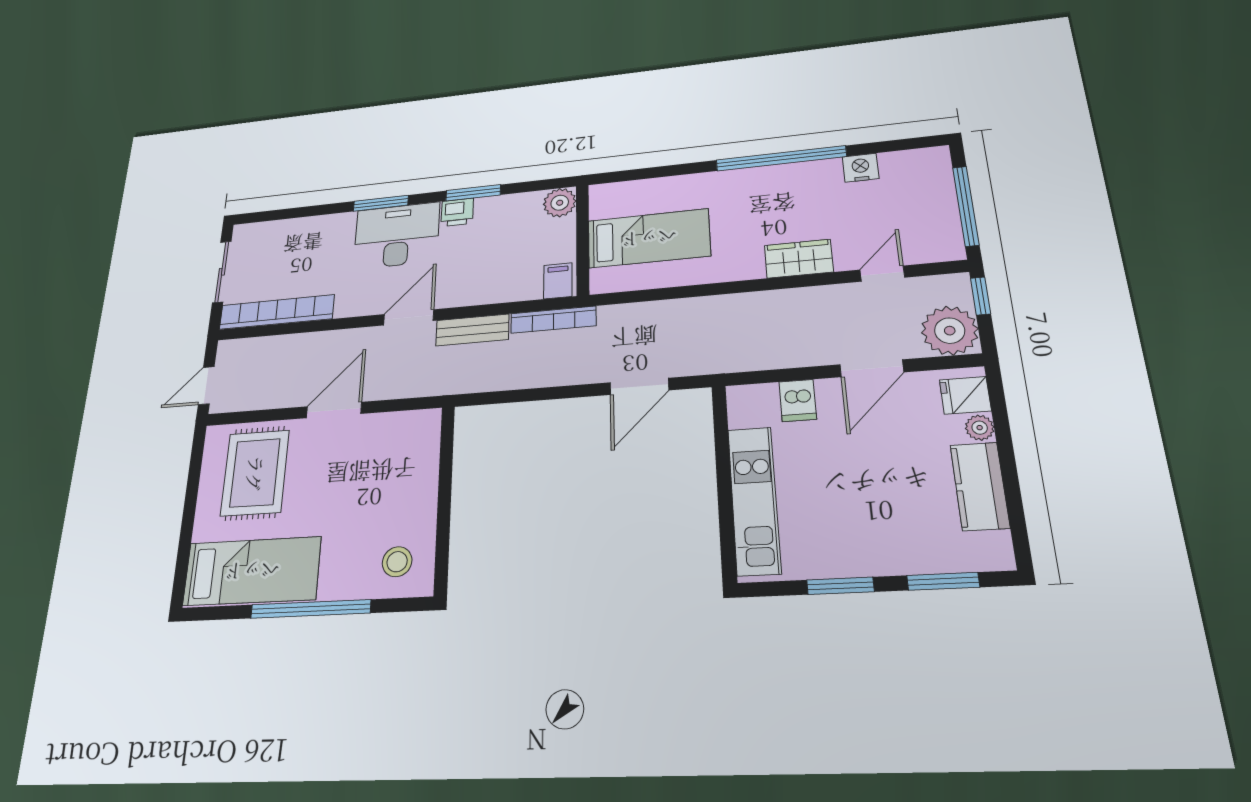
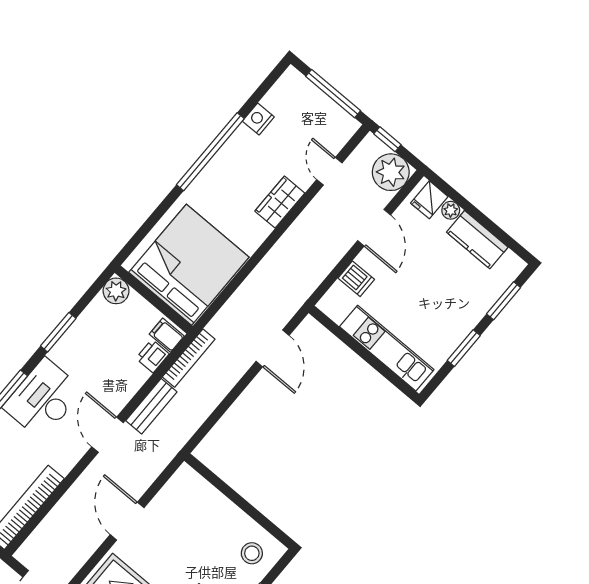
printer: (457, 212) -> (153, 356), moved, turned 180
bed: (649, 238) -> (189, 265), width x2.04

